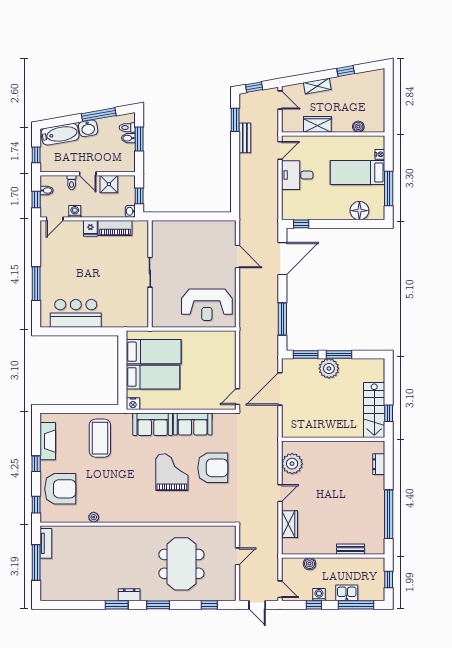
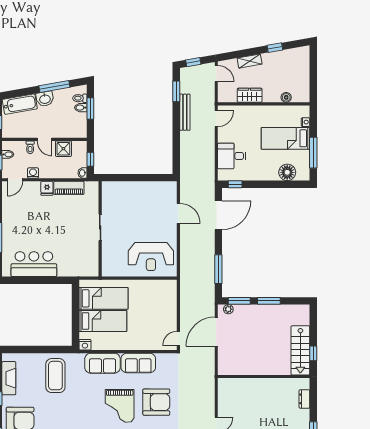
bench: (245, 138) -> (185, 112), width x1.36
desk: (297, 175) -> (232, 156), moved
plant: (329, 368) -> (228, 309), moved, width x0.53, depth x0.53
plant: (292, 464) -> (227, 398), removed
grand piano: (172, 472) -> (120, 406), turned 180

